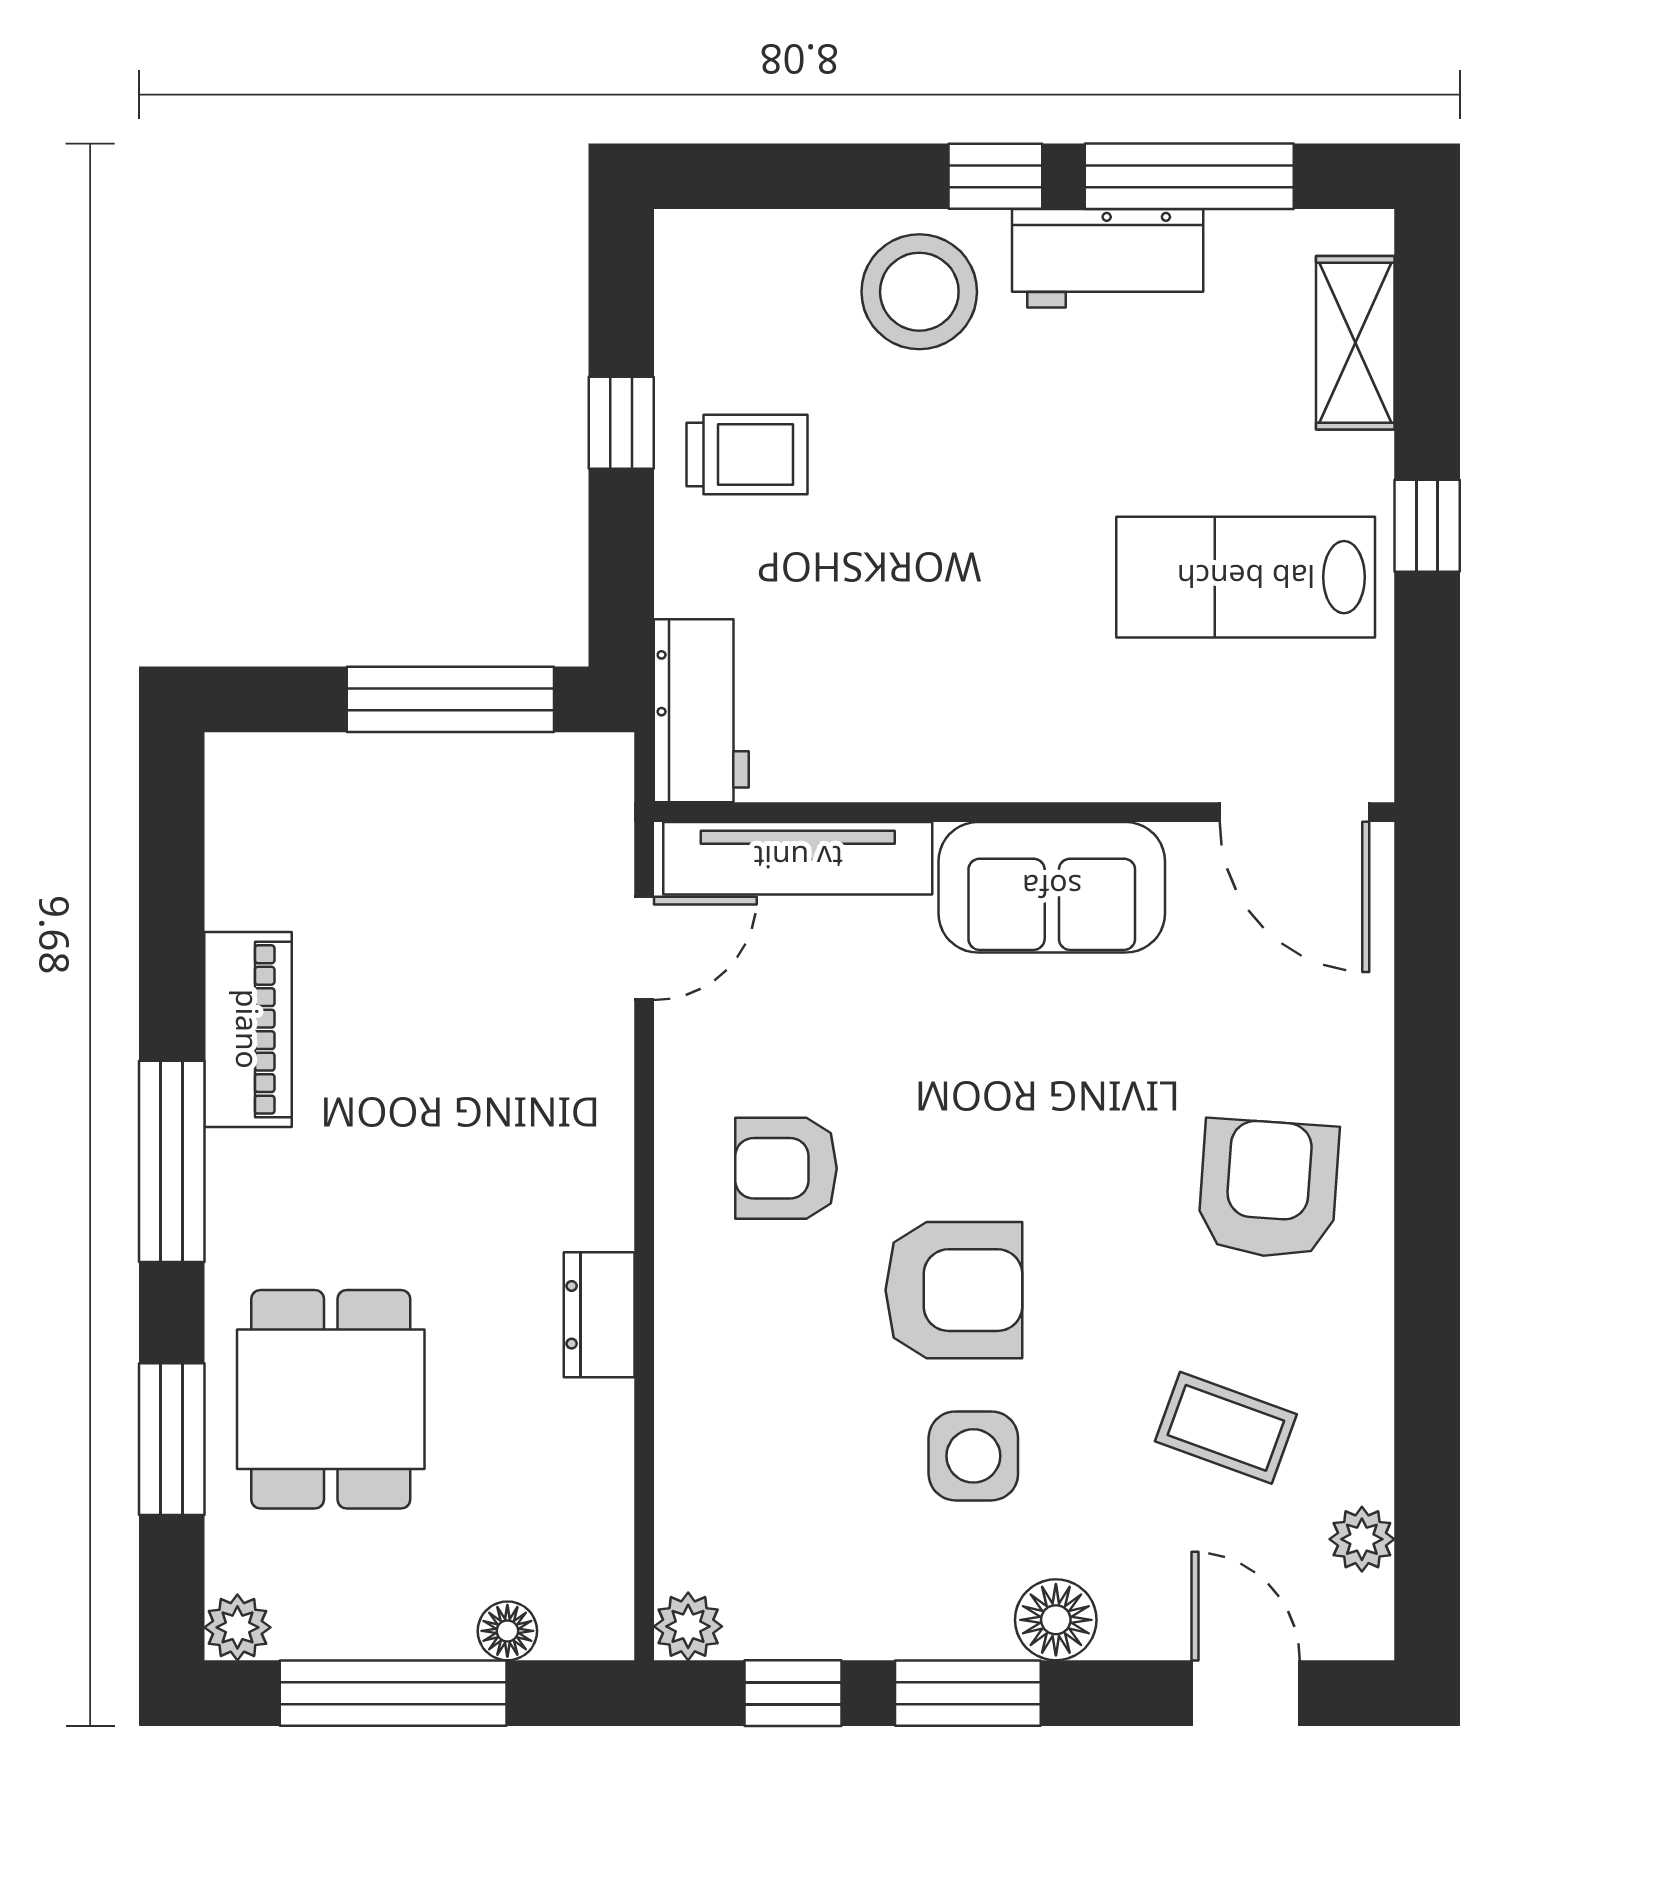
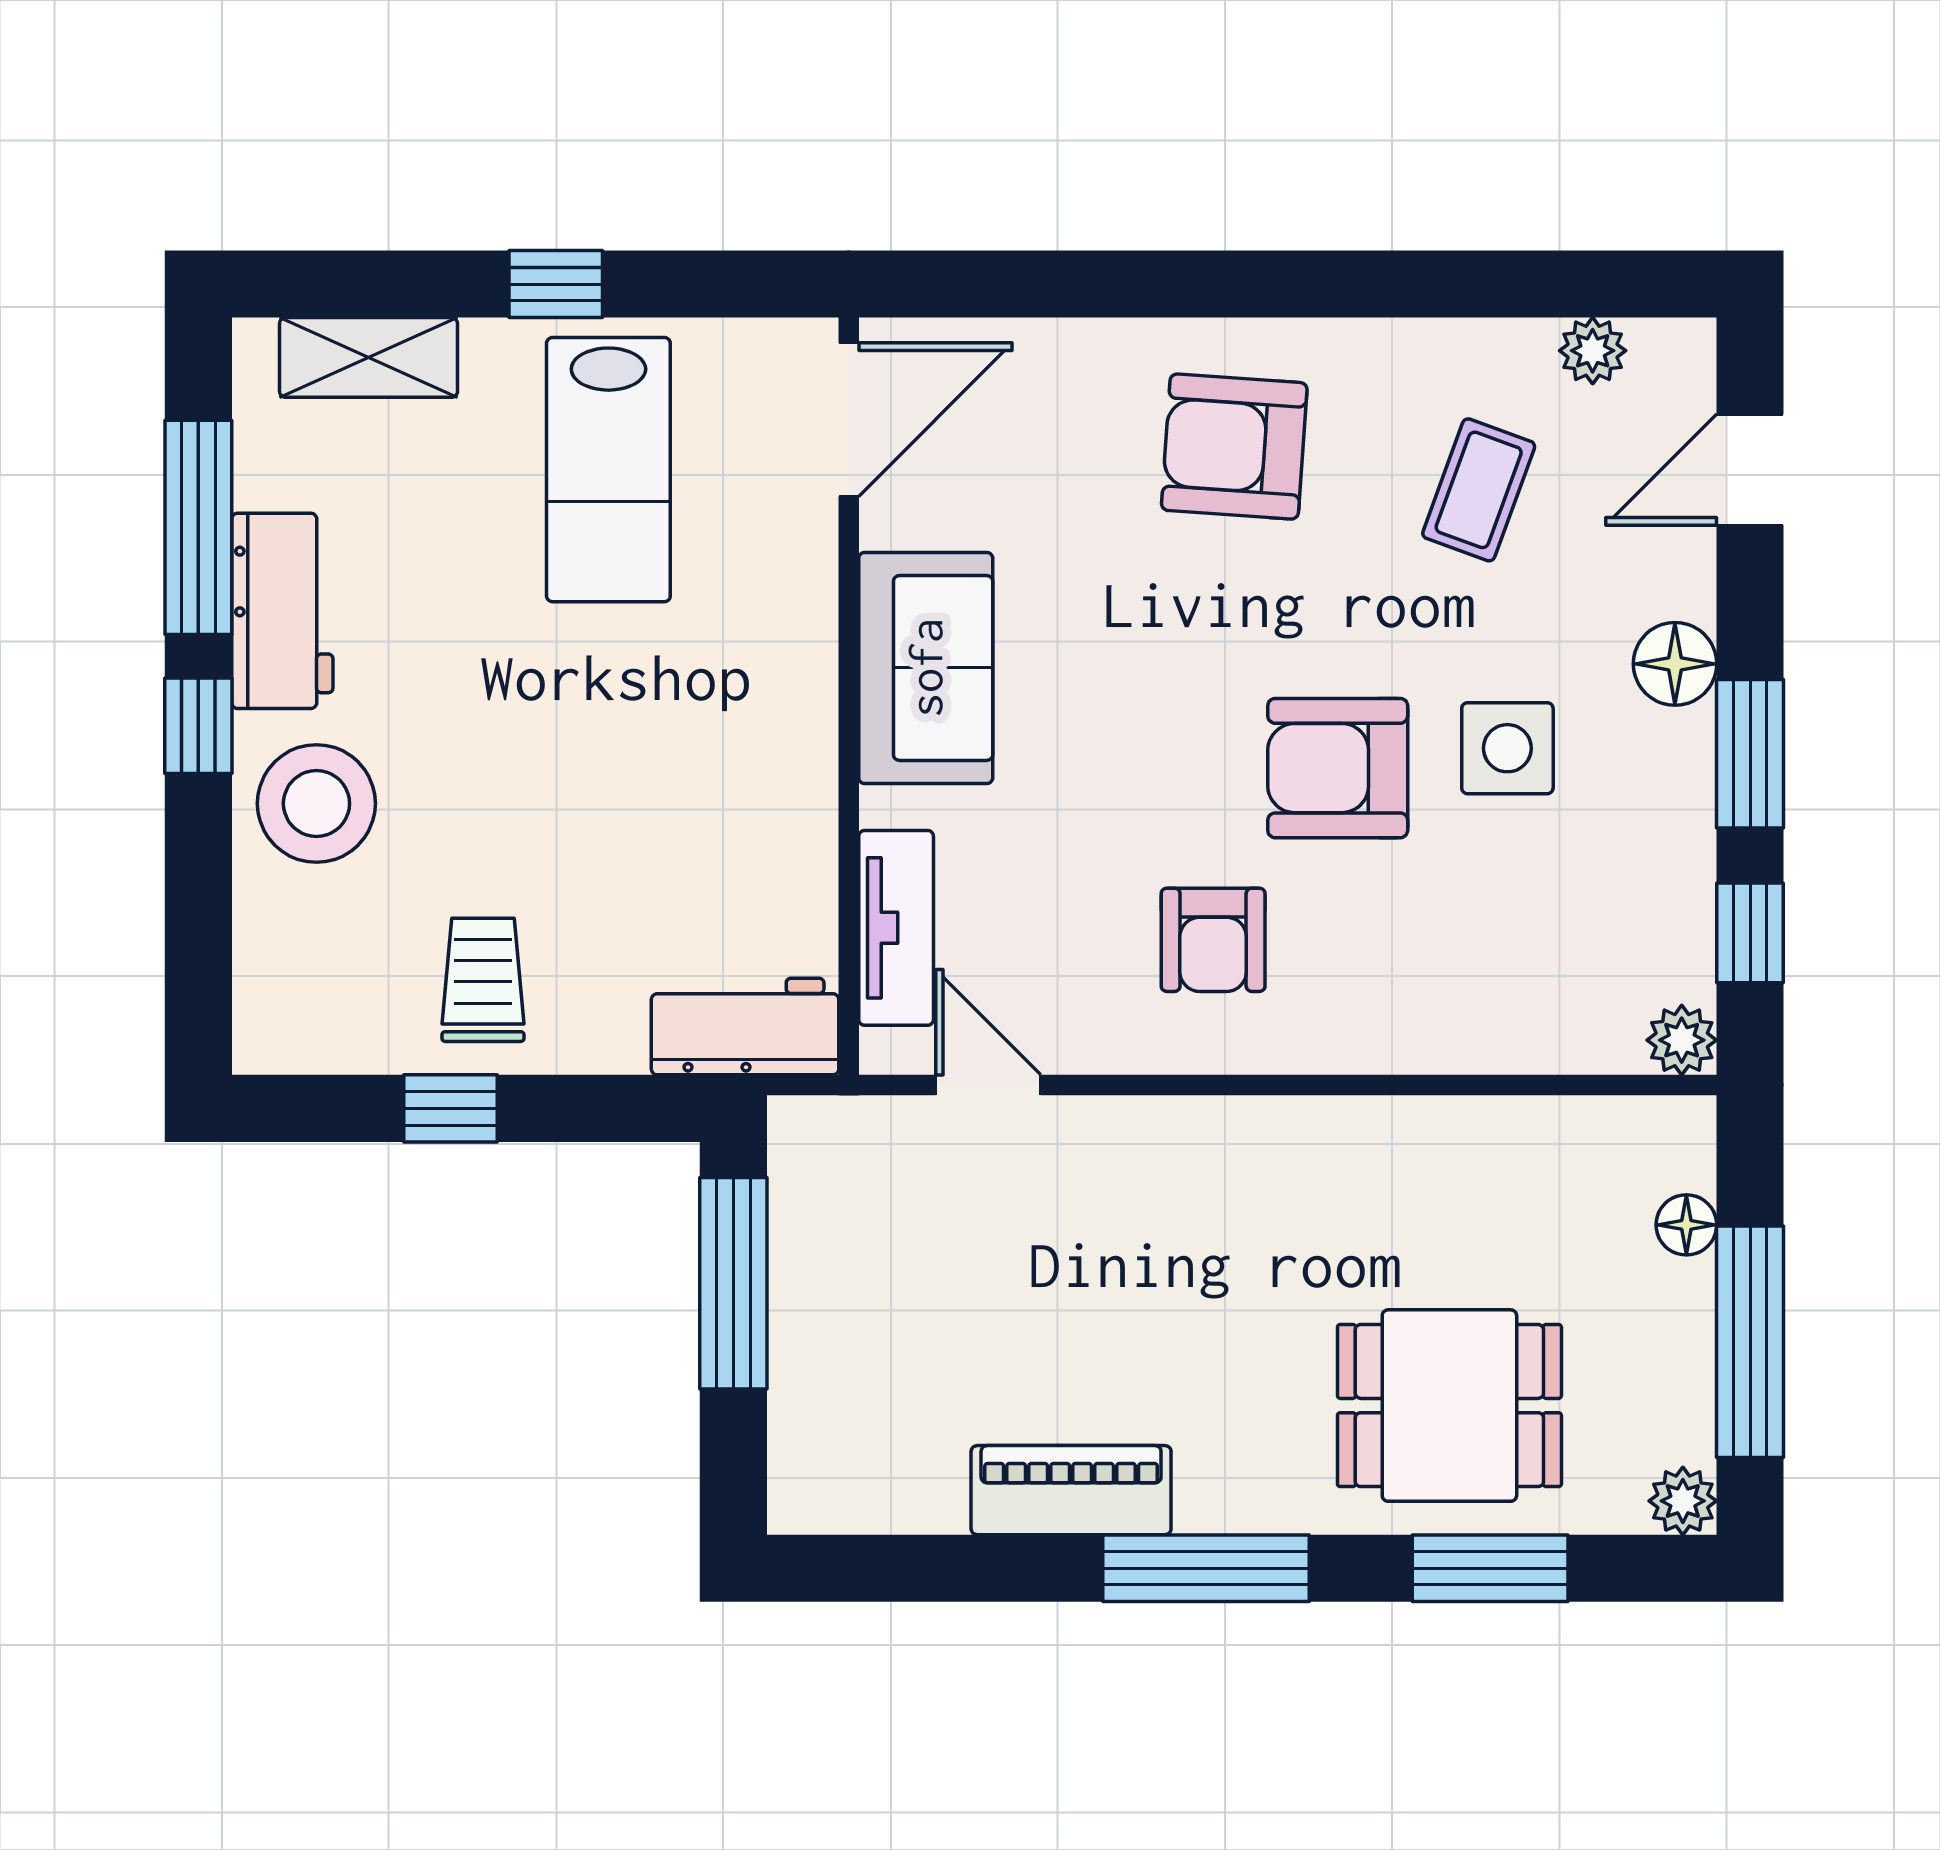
tv unit: (798, 858) -> (896, 928), width x0.71
armchair: (954, 1290) -> (1338, 768), turned -90
dresser: (599, 1315) -> (1363, 1131), removed

